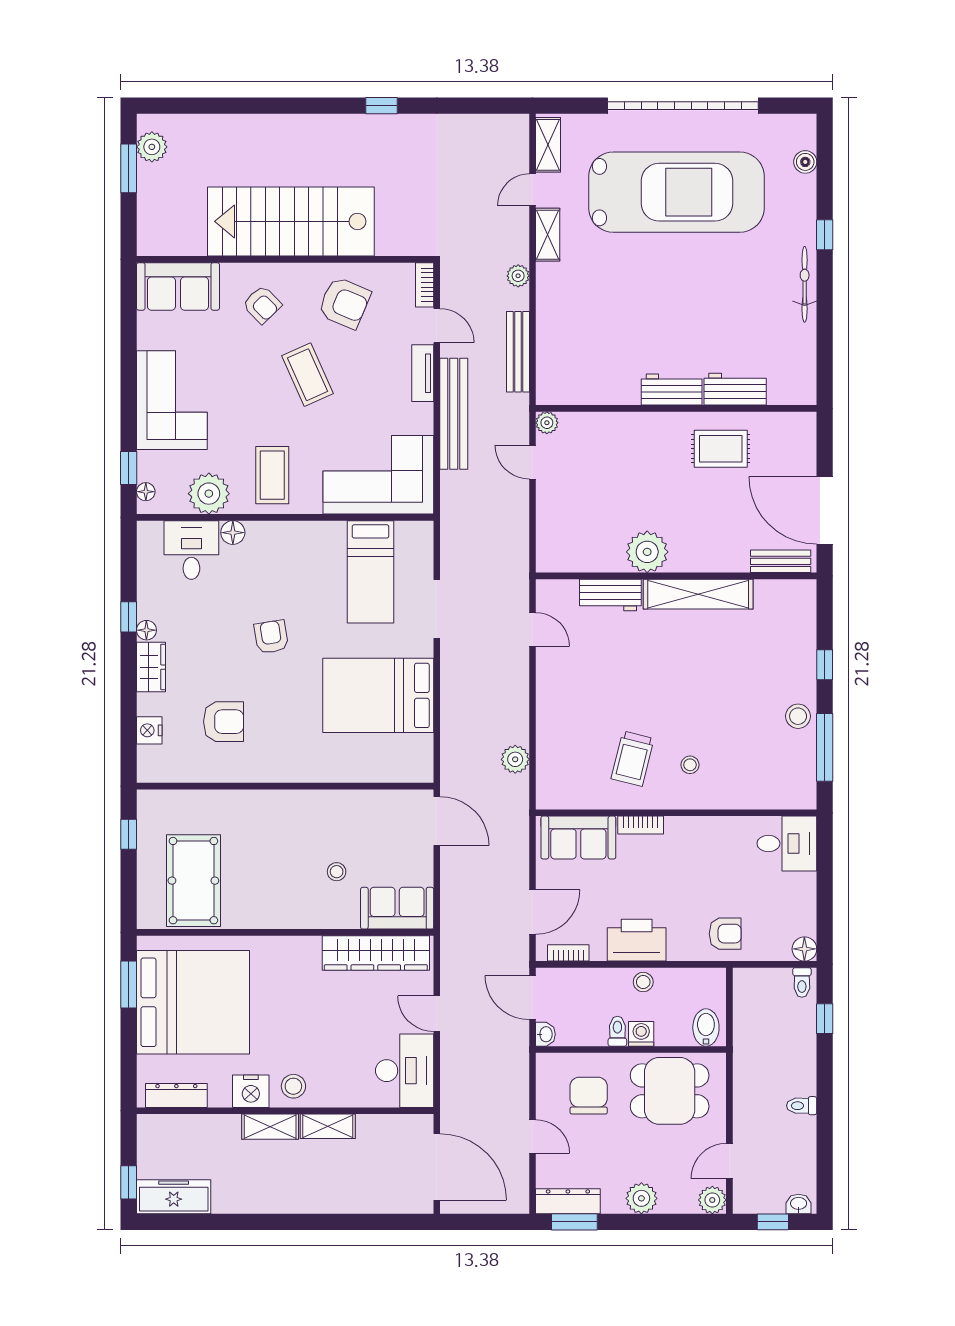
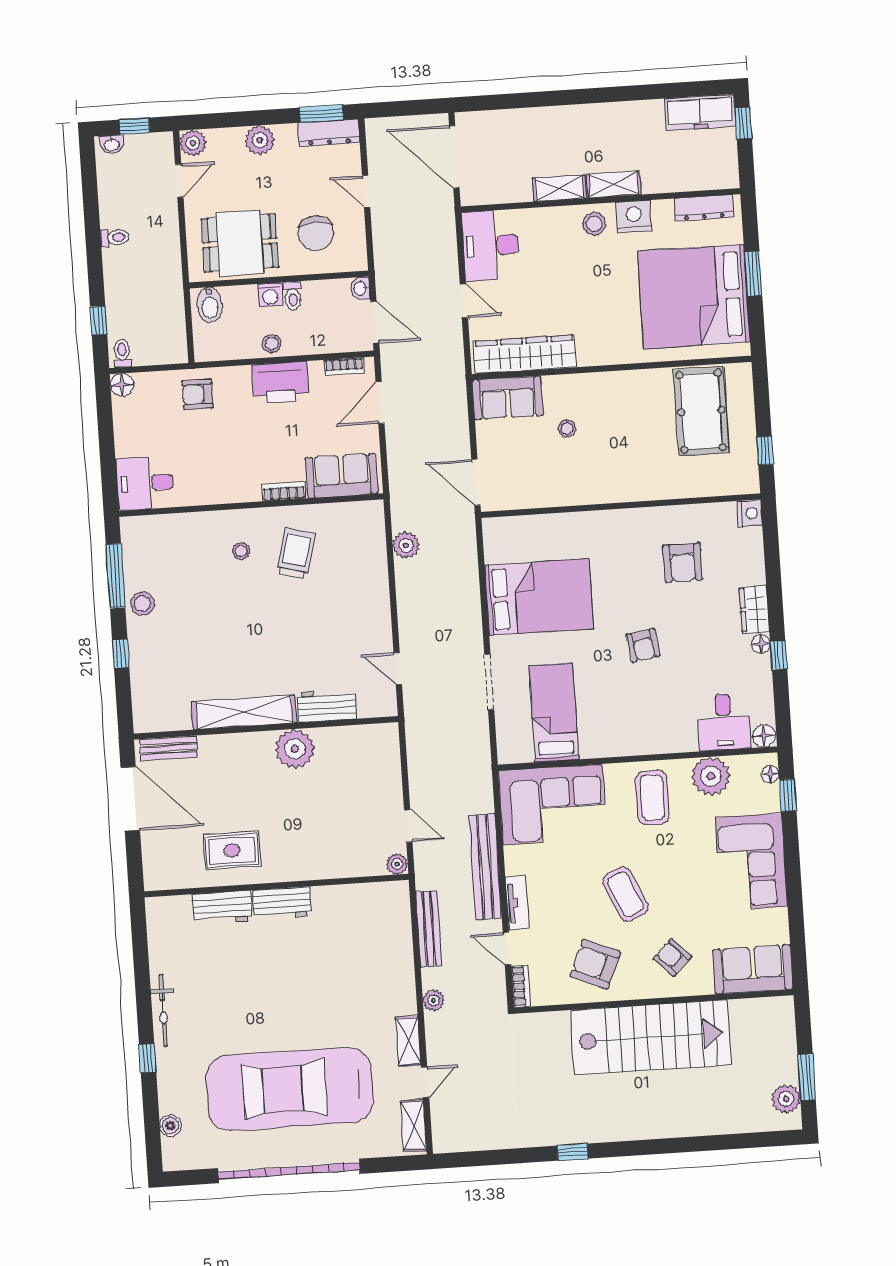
floor lamp: (233, 533) -> (764, 736), moved
armchair: (224, 722) -> (683, 563), turned -90
nightstand: (149, 730) -> (750, 513), moved
window: (129, 984) -> (753, 274), moved

